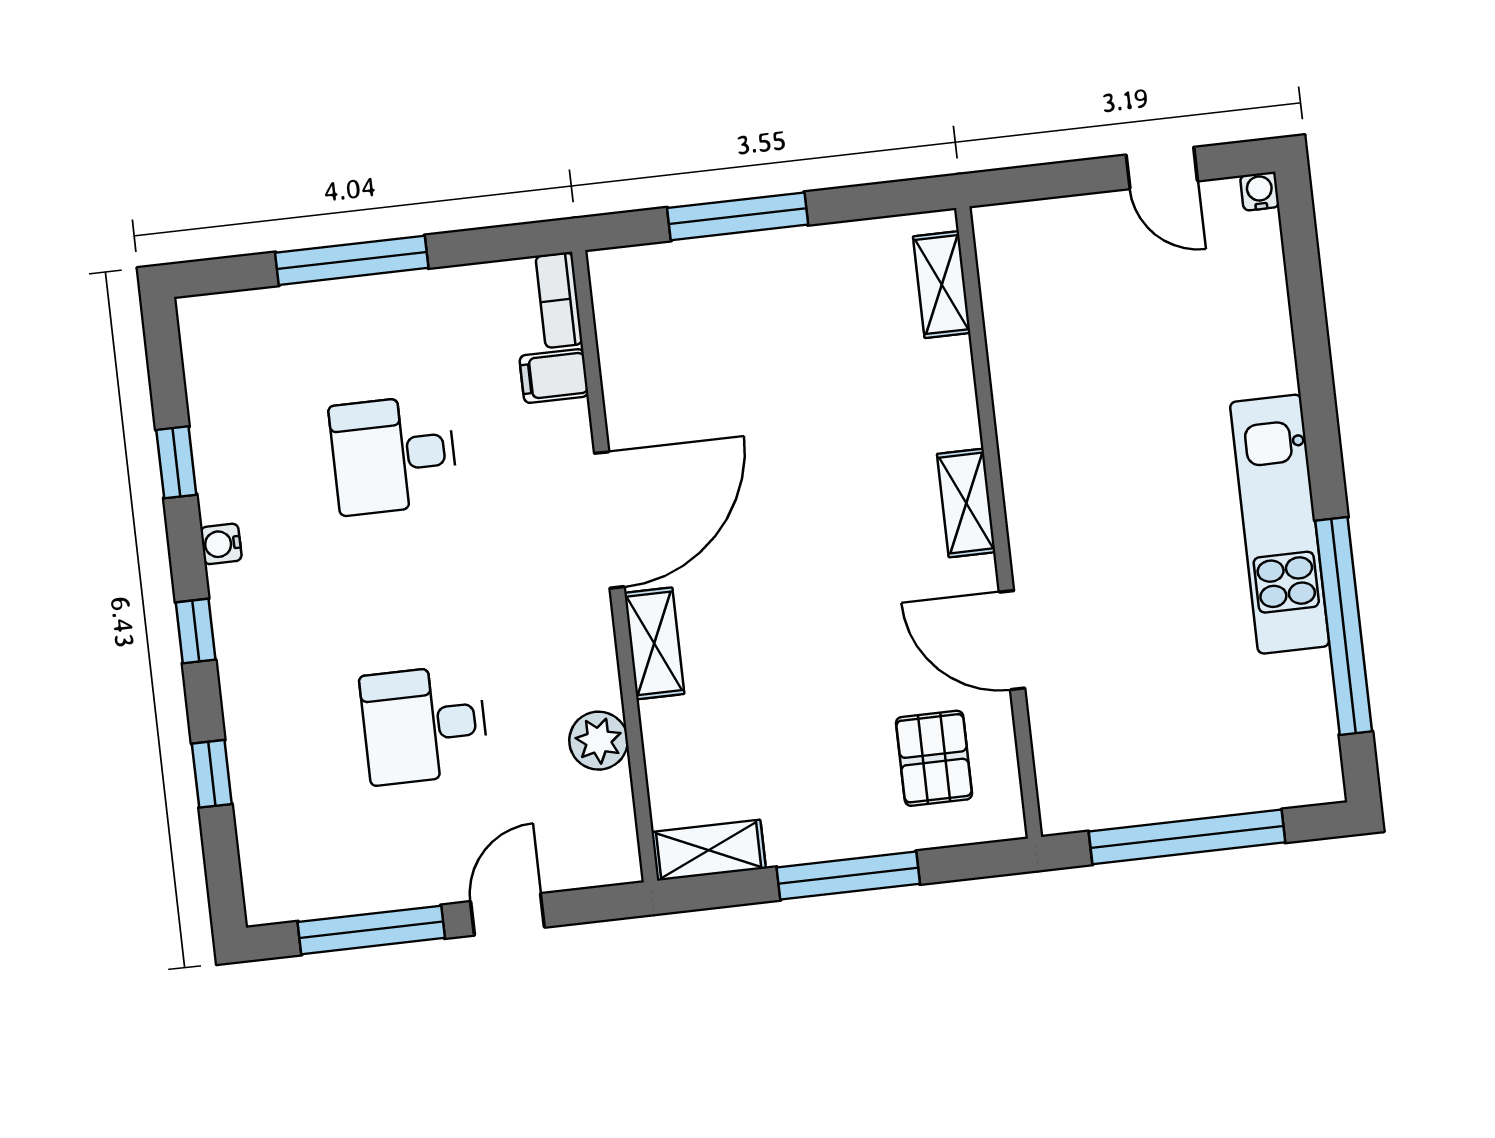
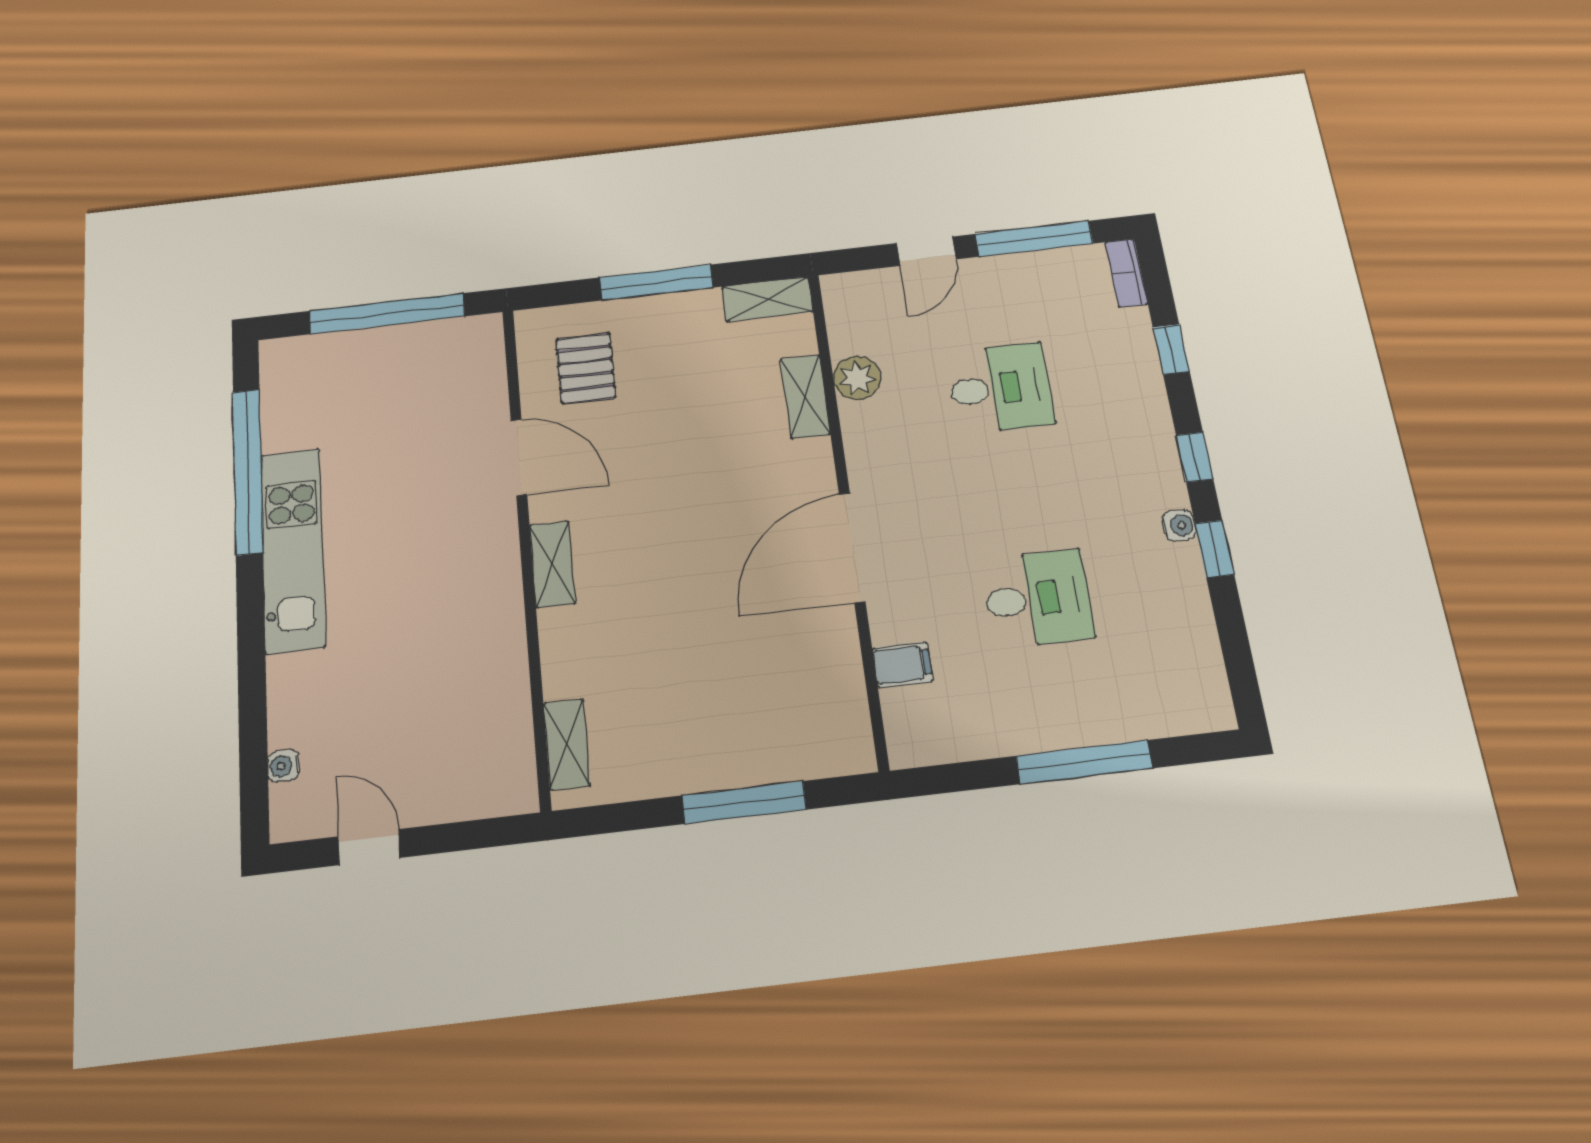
water cooler: (1260, 191) -> (283, 766), moved, turned 90
bookcase: (559, 300) -> (1126, 273), moved, turned 180
window: (176, 462) -> (1214, 549), moved
shelving: (654, 643) -> (805, 396), moved

